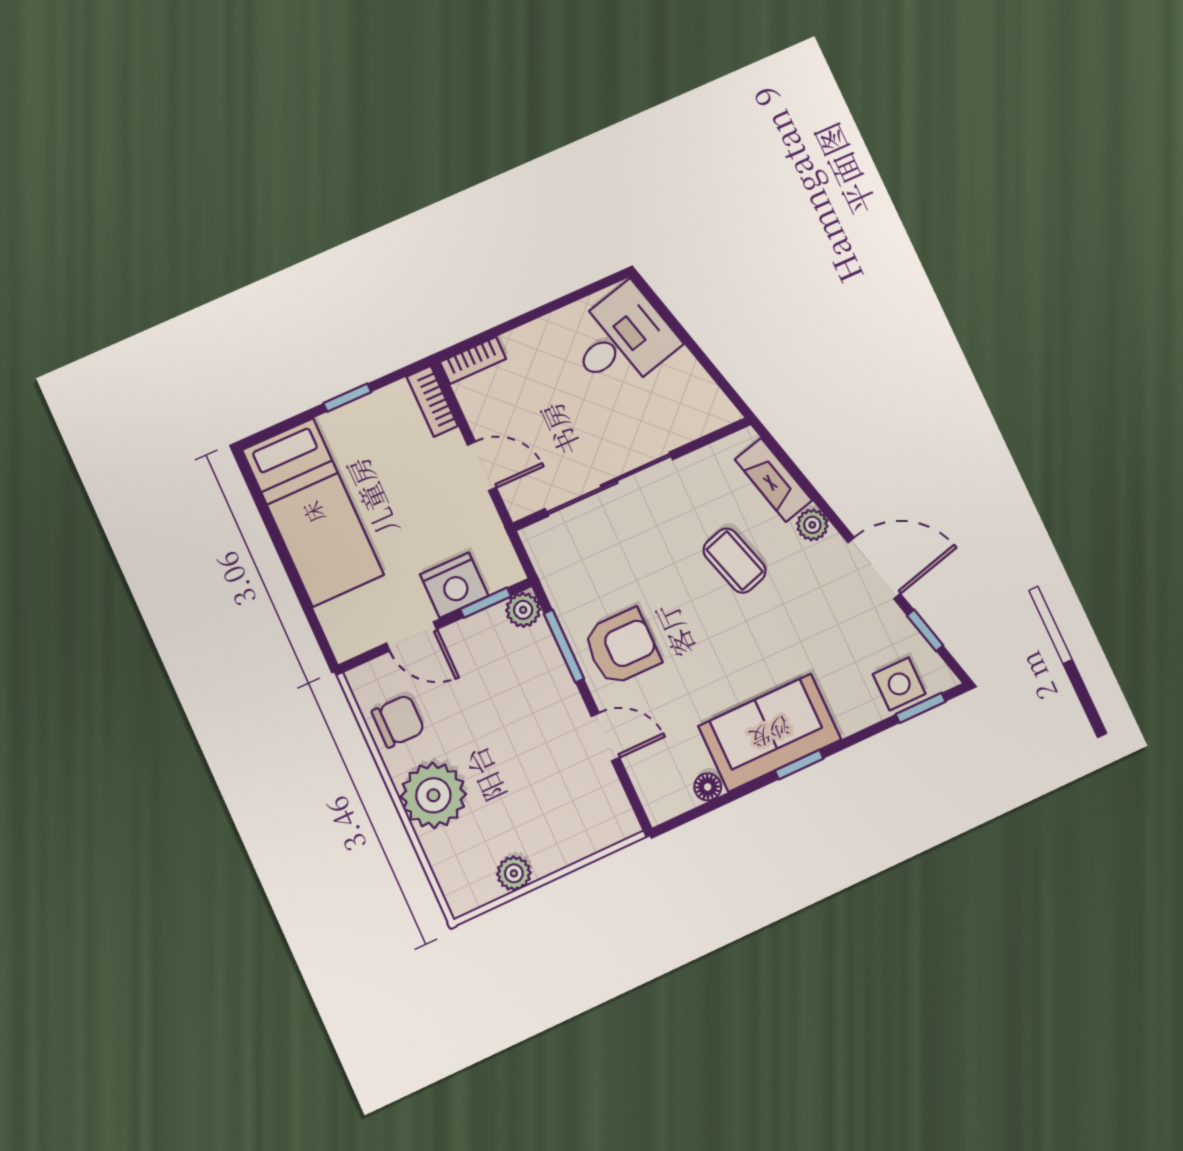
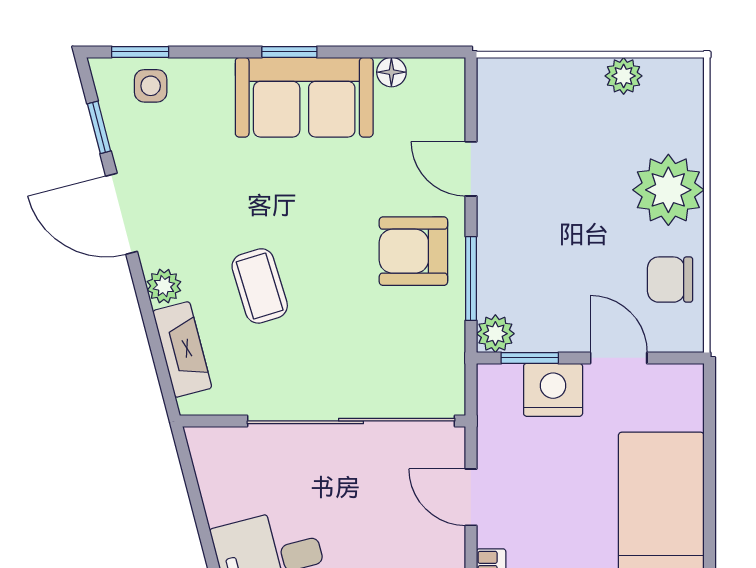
sliding door: (609, 484) -> (351, 421), width x1.36
side table: (899, 684) -> (151, 86), width x0.73, depth x0.73

